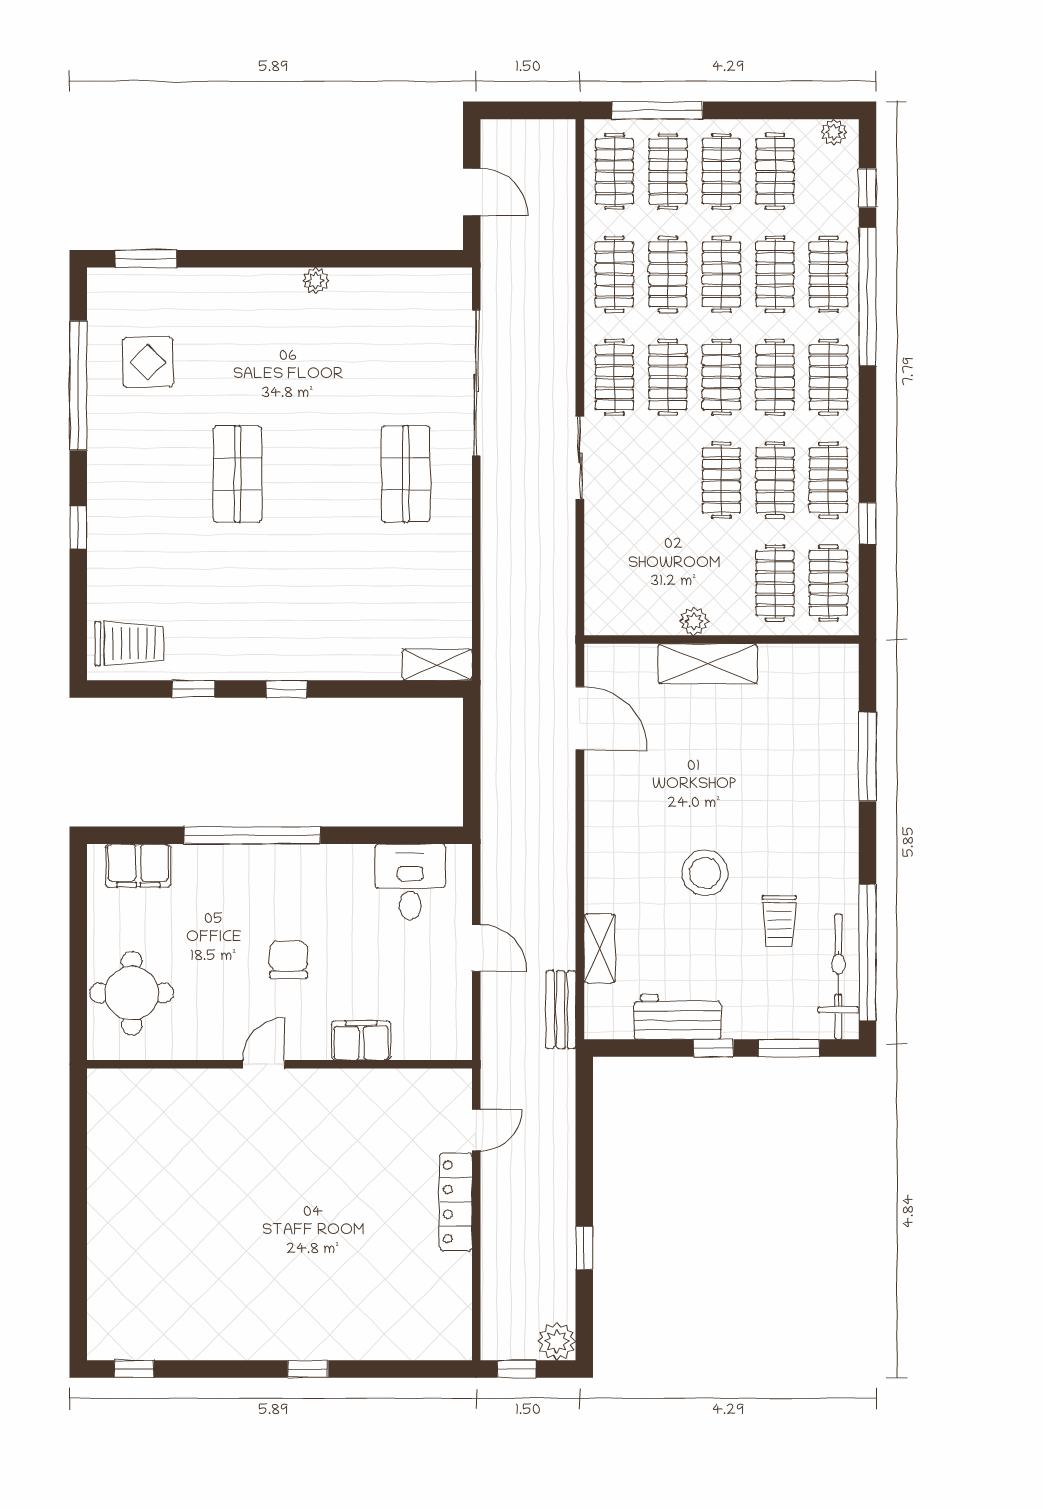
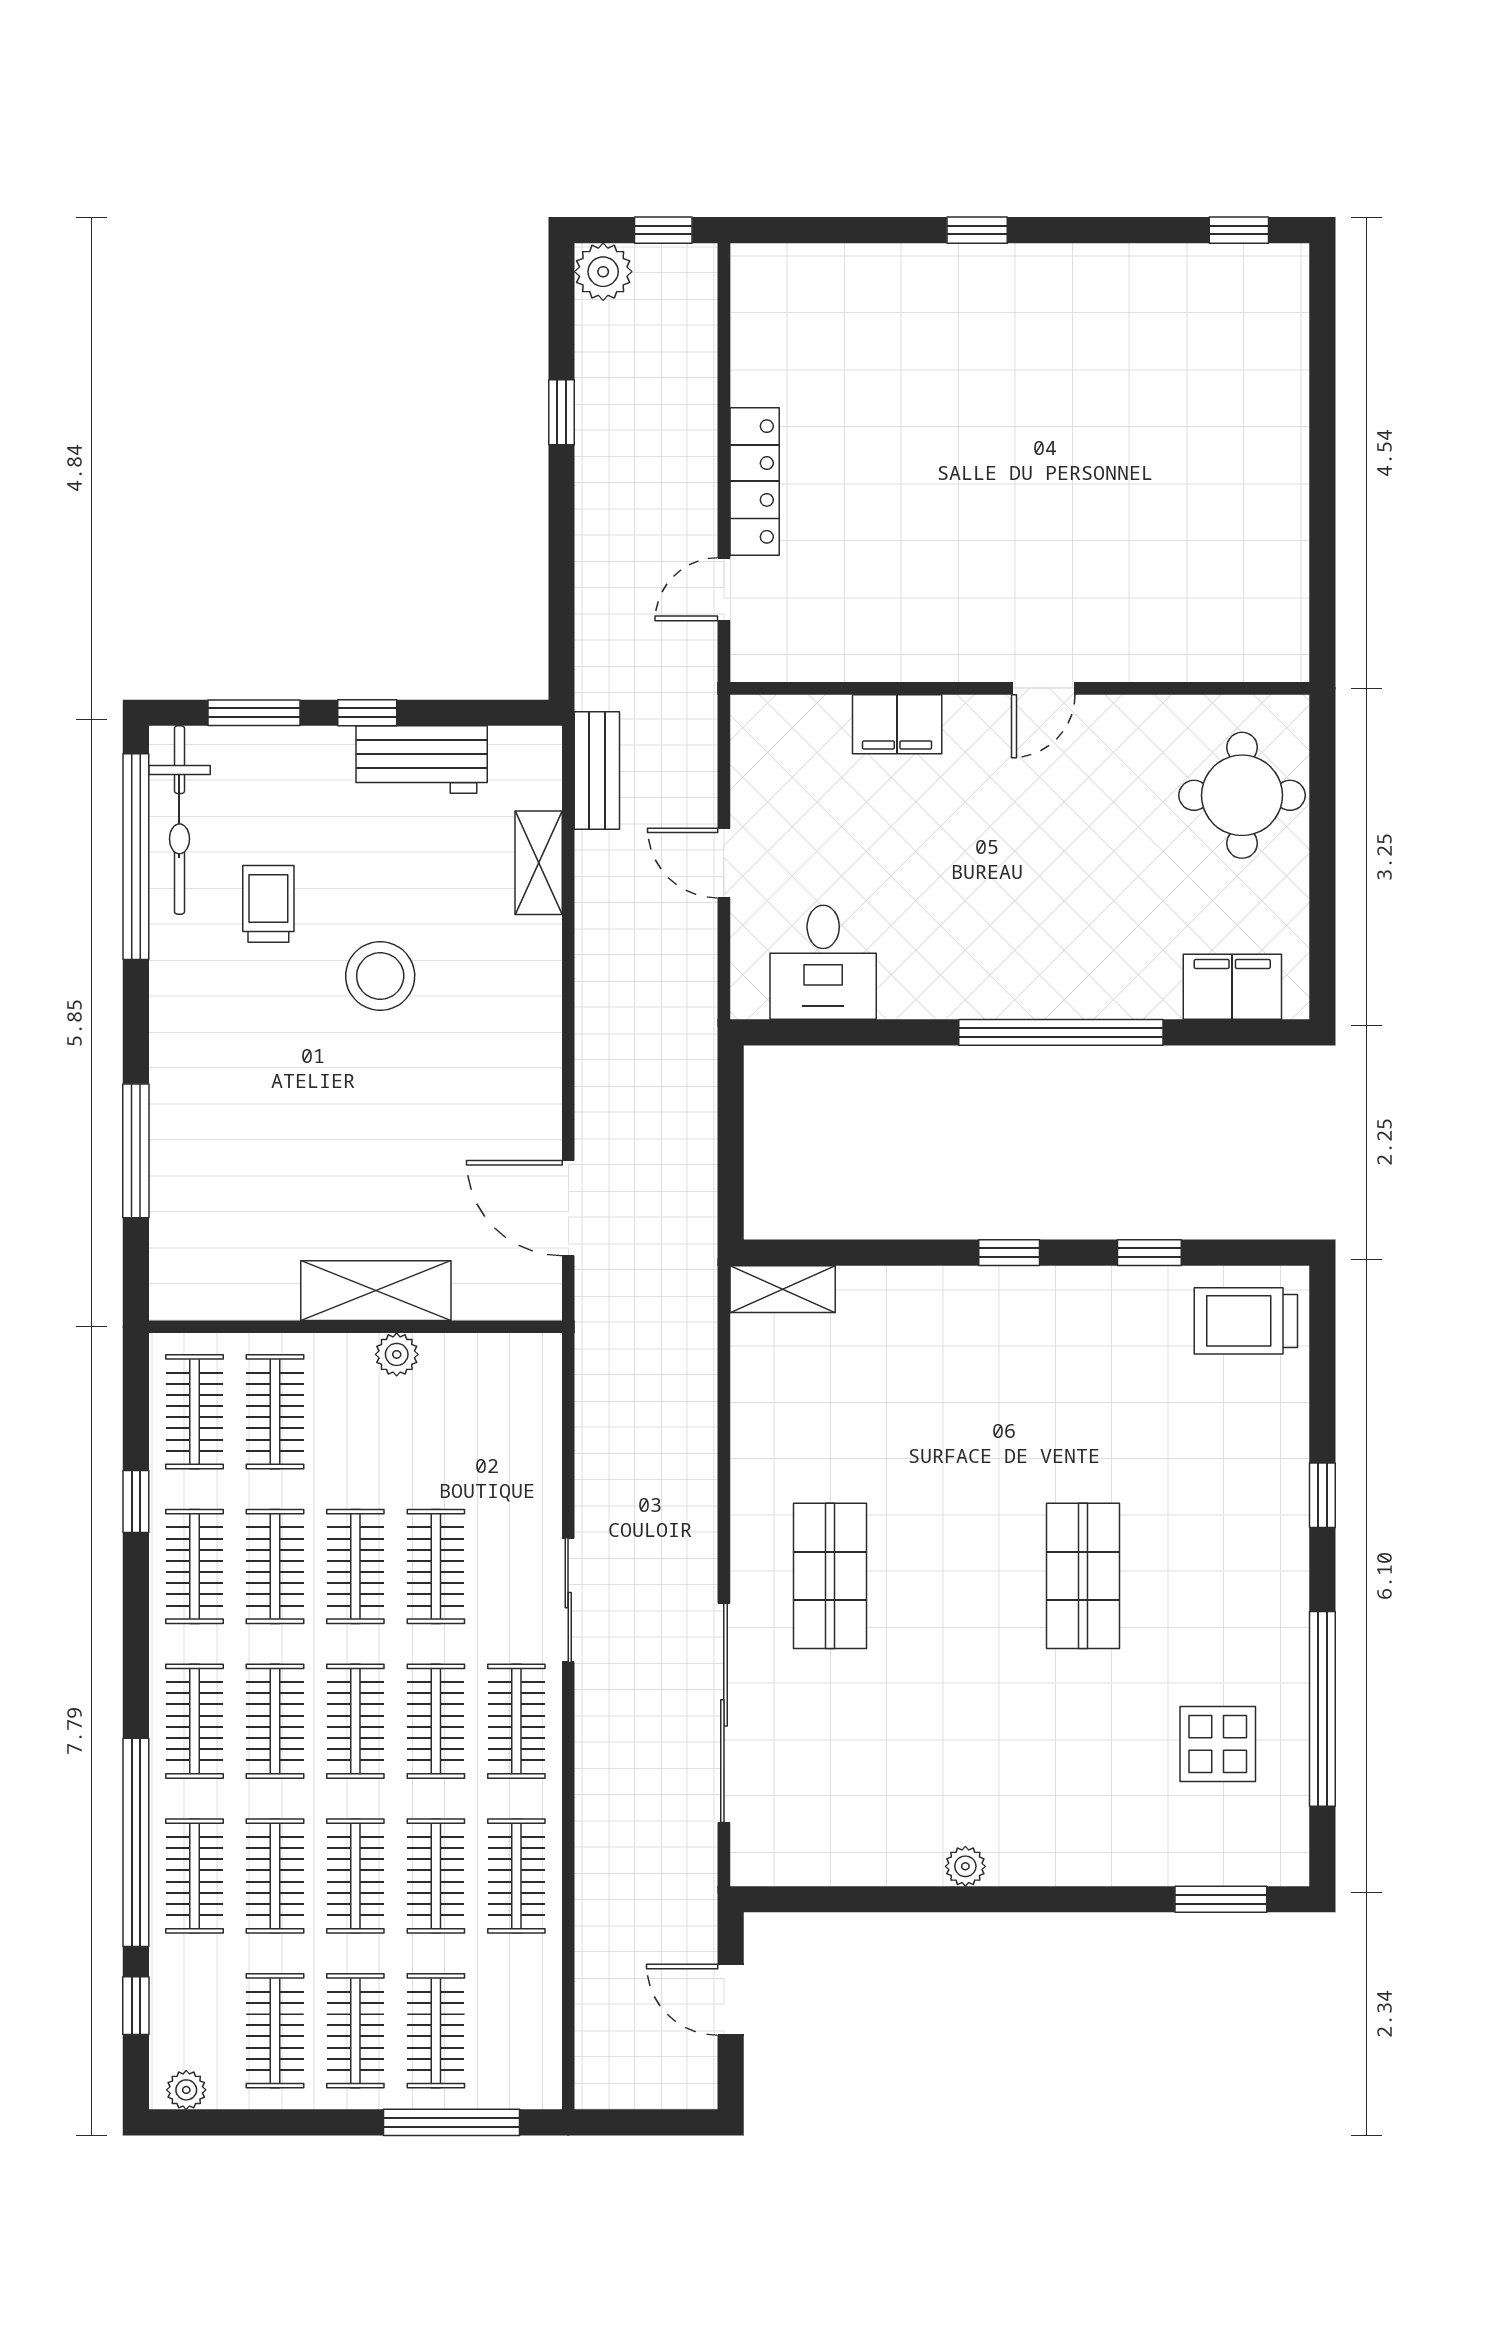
clothes rail: (614, 171) -> (436, 1566), moved
chair: (289, 960) -> (1006, 846), removed

